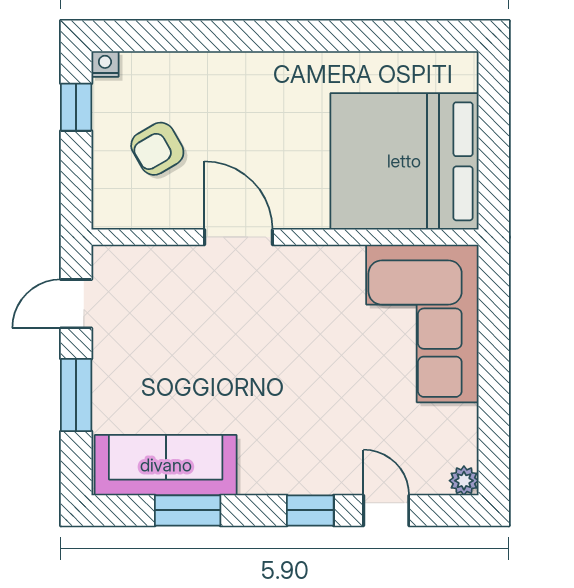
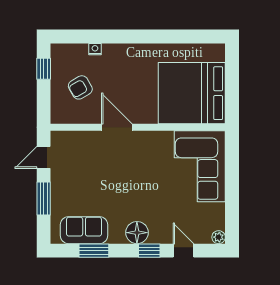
nightstand: (105, 64) -> (95, 49), moved
sofa: (166, 465) -> (84, 230), width x0.73
floor lamp: (283, 470) -> (137, 233), added

